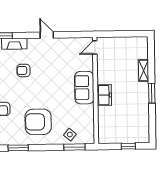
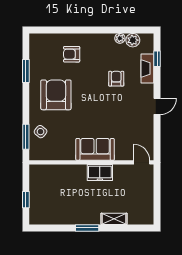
freezer: (104, 95) -> (100, 173), moved

